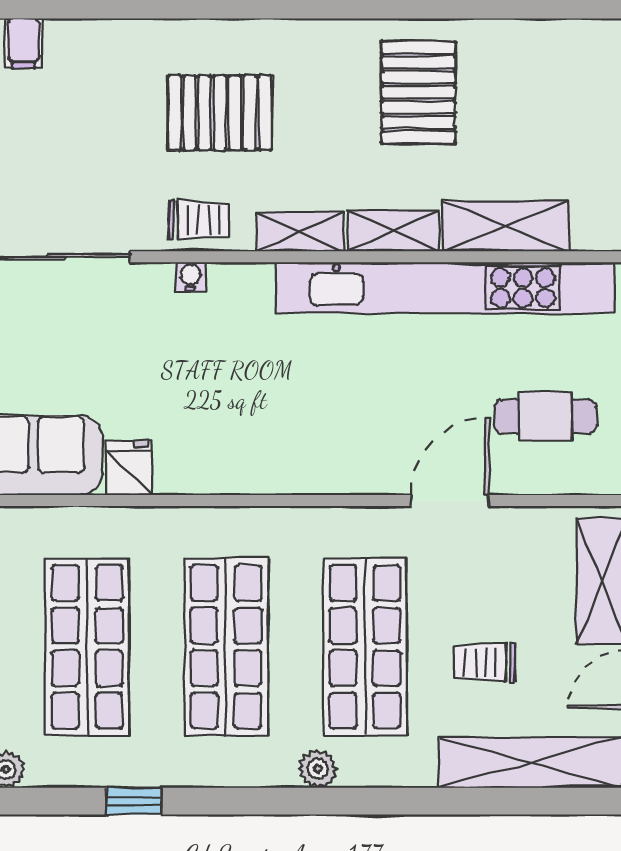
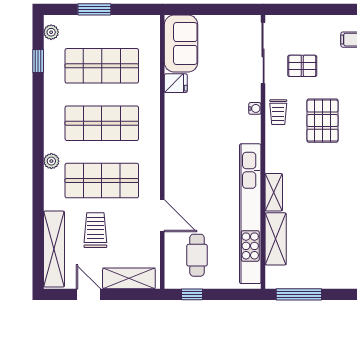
pallet: (418, 92) -> (302, 66), moved, width x0.67, depth x0.71
shelving: (300, 232) -> (273, 154), removed
trolley: (485, 662) -> (95, 230), width x1.36, depth x1.39
window: (134, 801) -> (38, 61), moved

